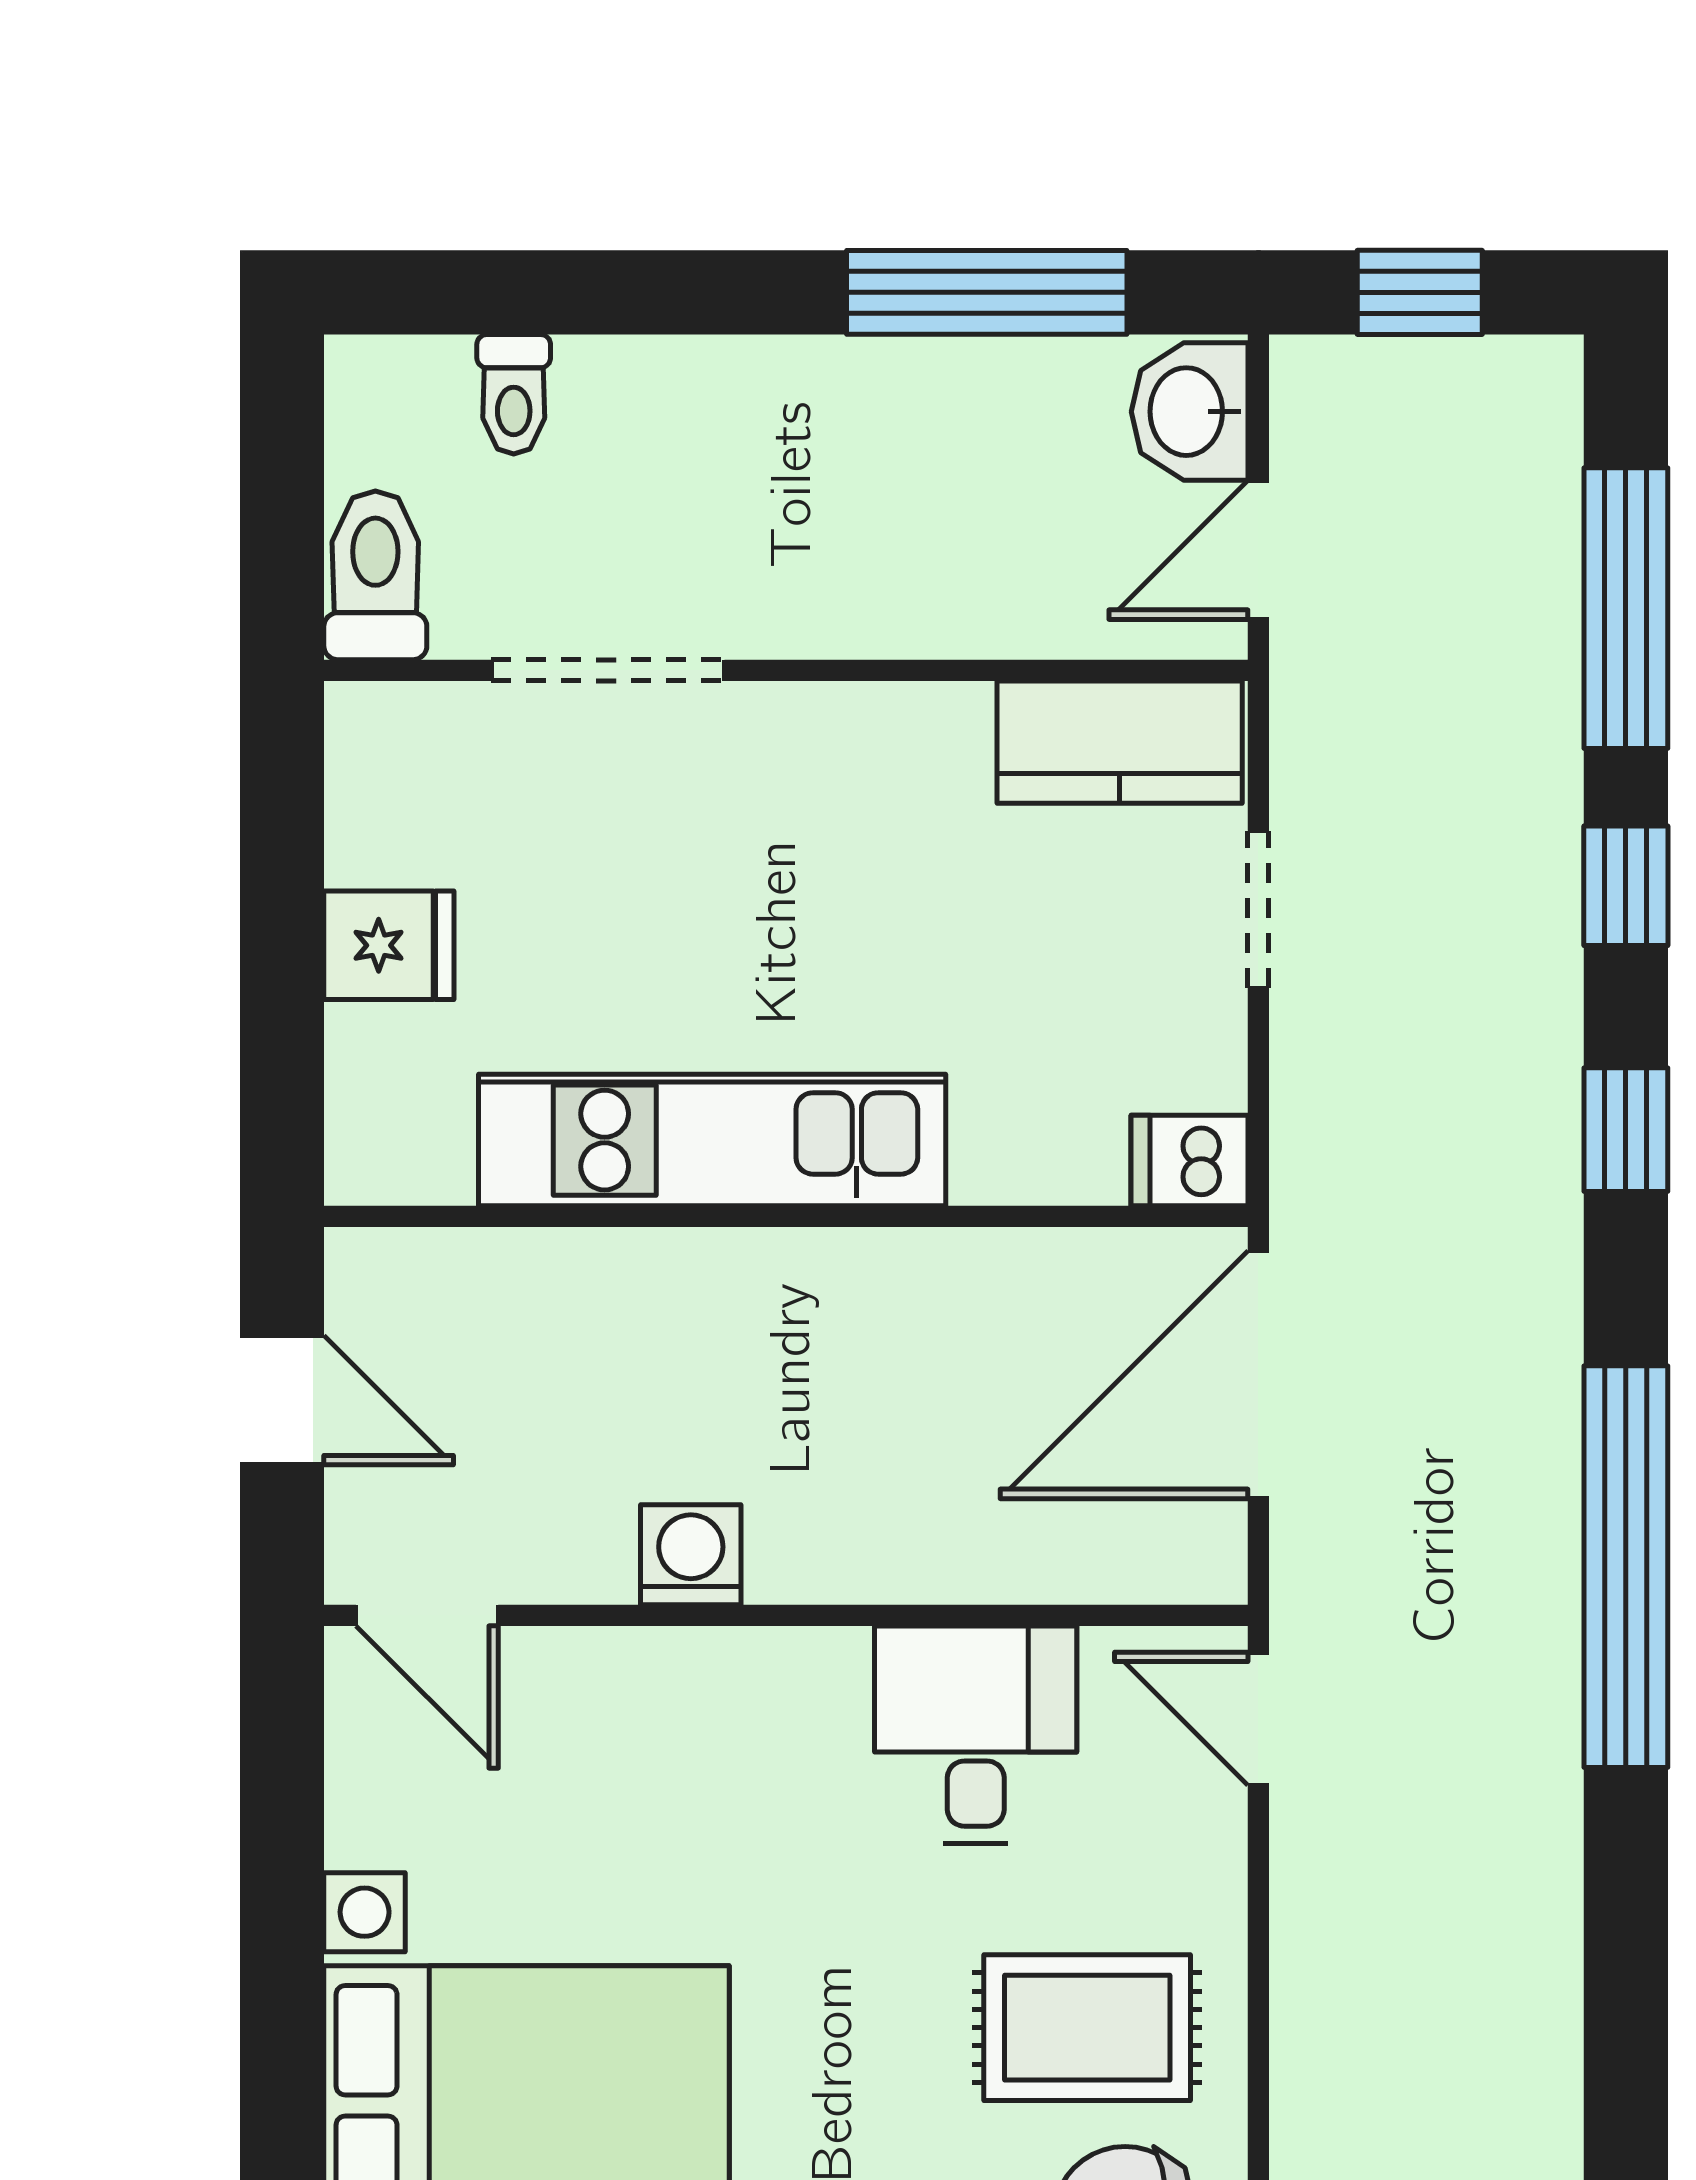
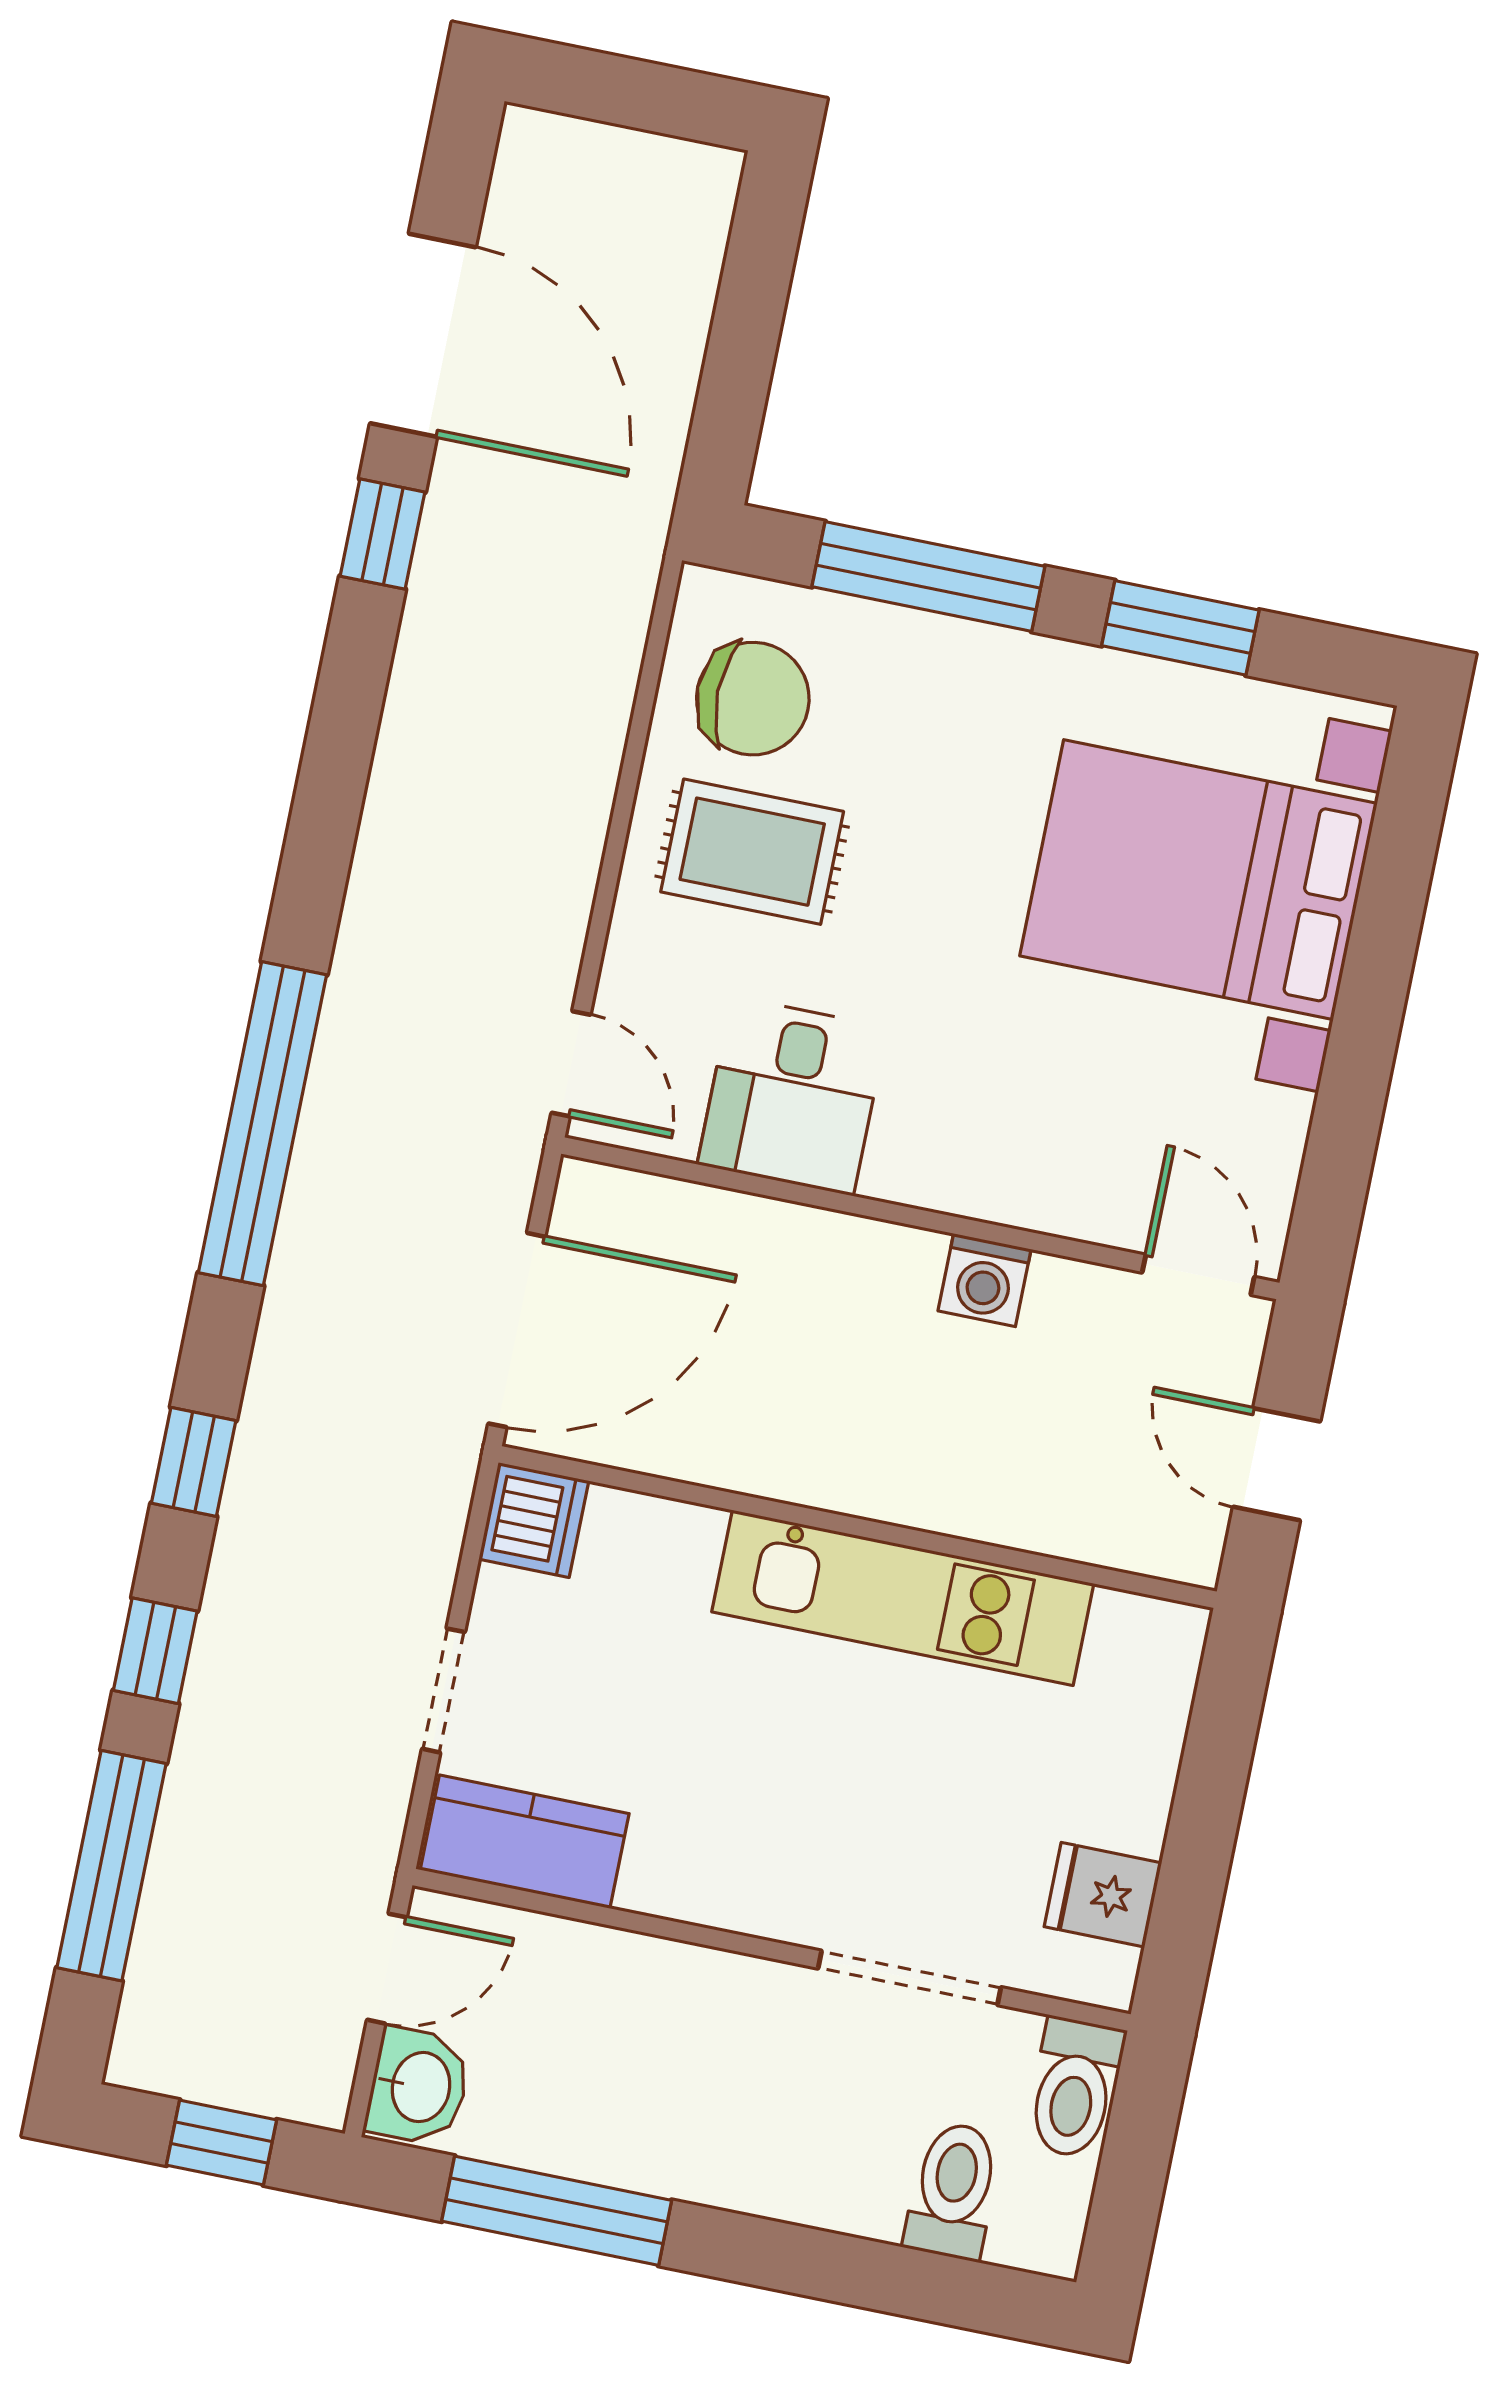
toilet: (514, 394) -> (953, 2191), width x1.37, depth x1.39
fridge: (389, 945) -> (1103, 1895), moved
dishwasher: (1189, 1160) -> (534, 1520), width x1.38

